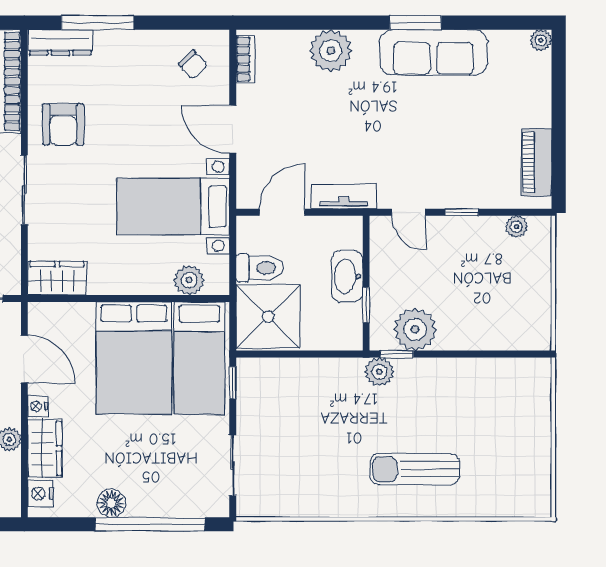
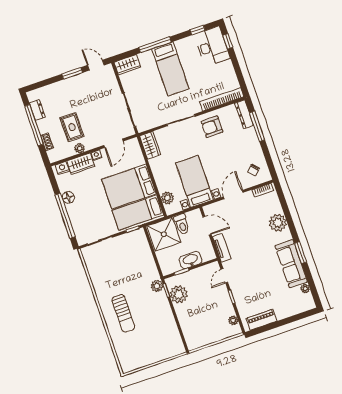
plant: (541, 40) -> (305, 289), moved
sun lounger: (415, 469) -> (123, 313), turned 180

